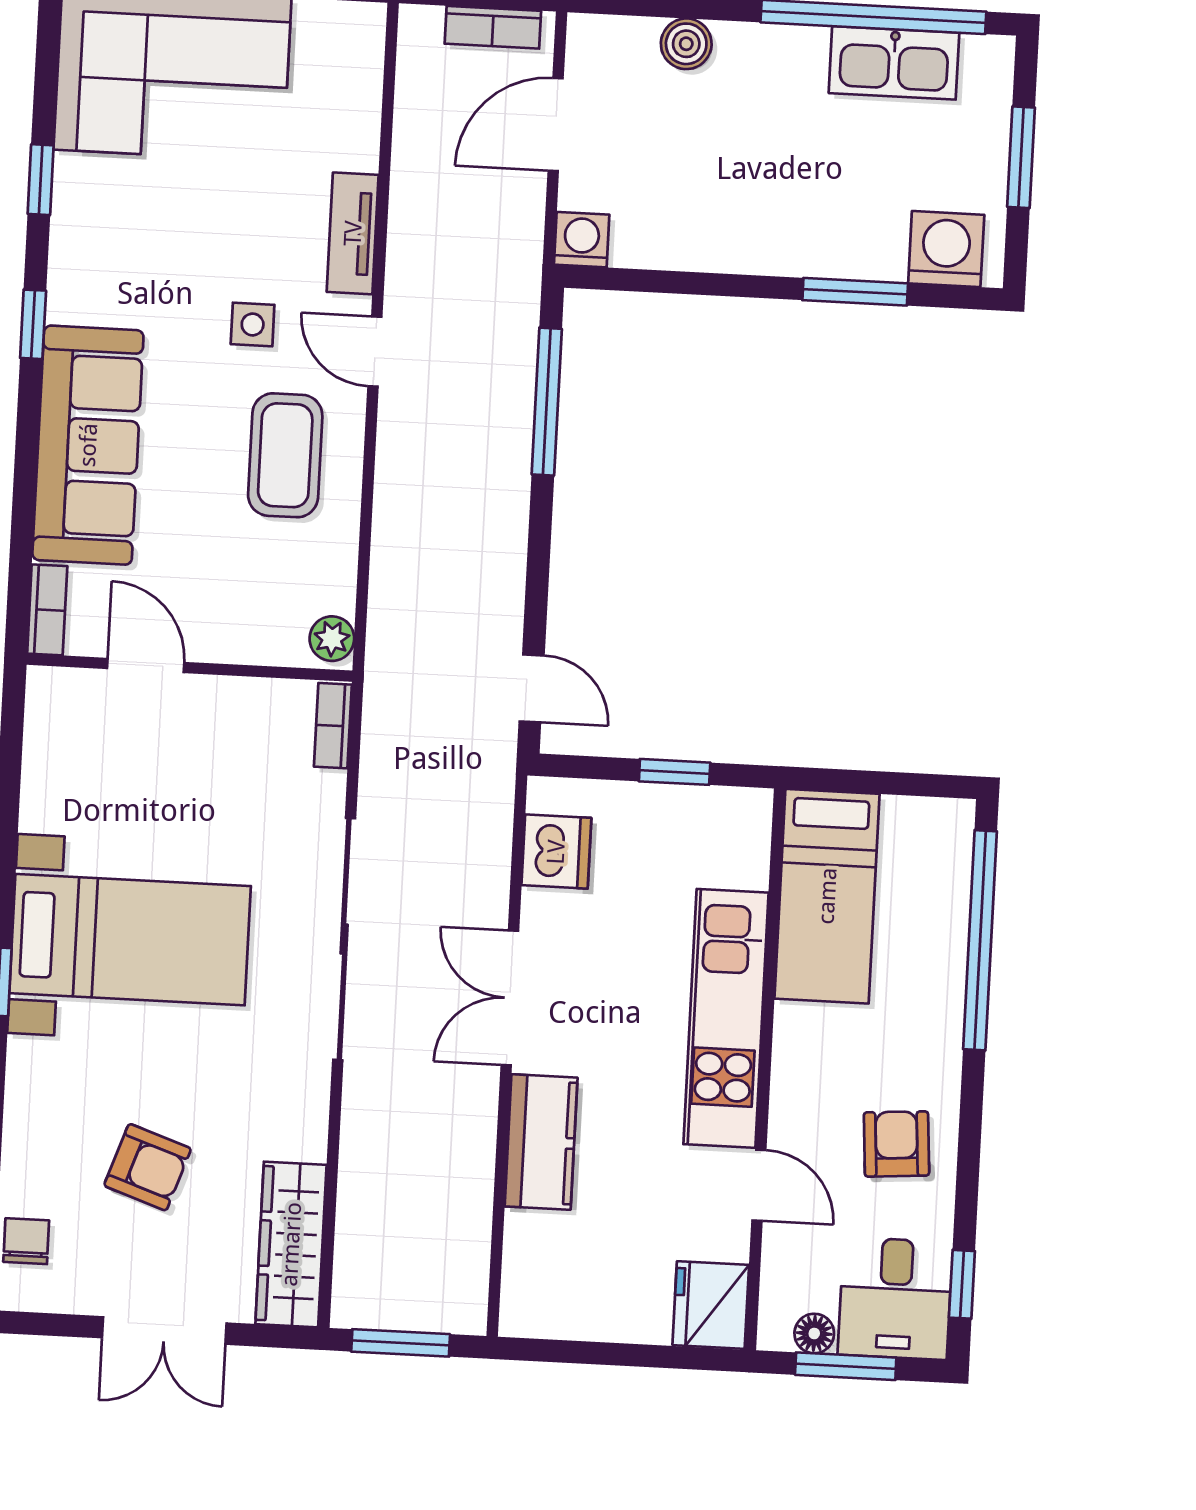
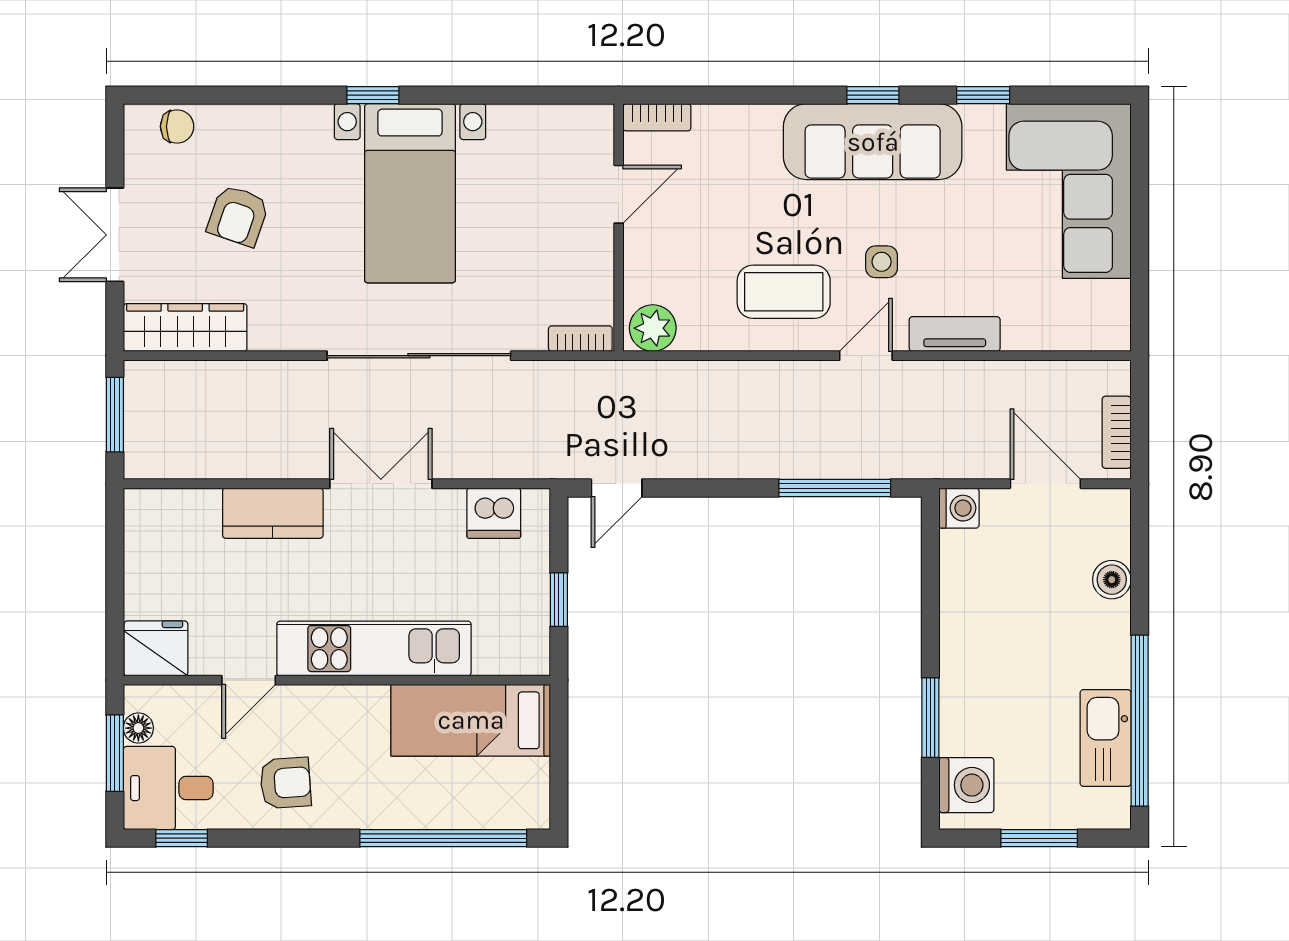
sofa: (88, 445) -> (873, 142), moved
plant: (332, 639) -> (653, 328), width x1.38, depth x1.38

